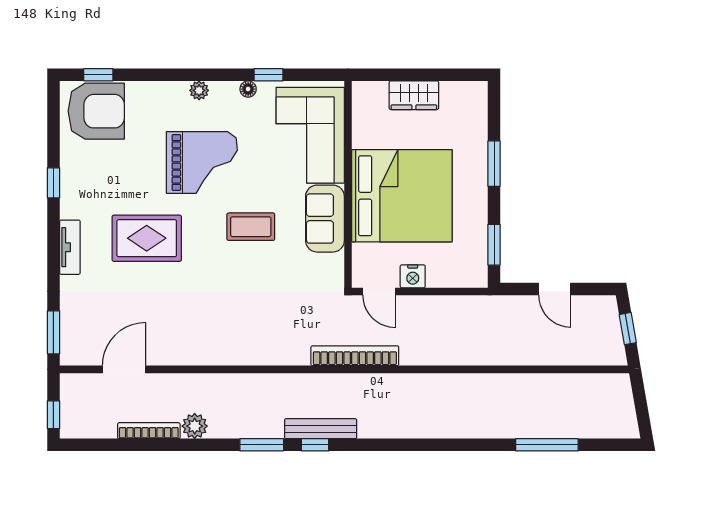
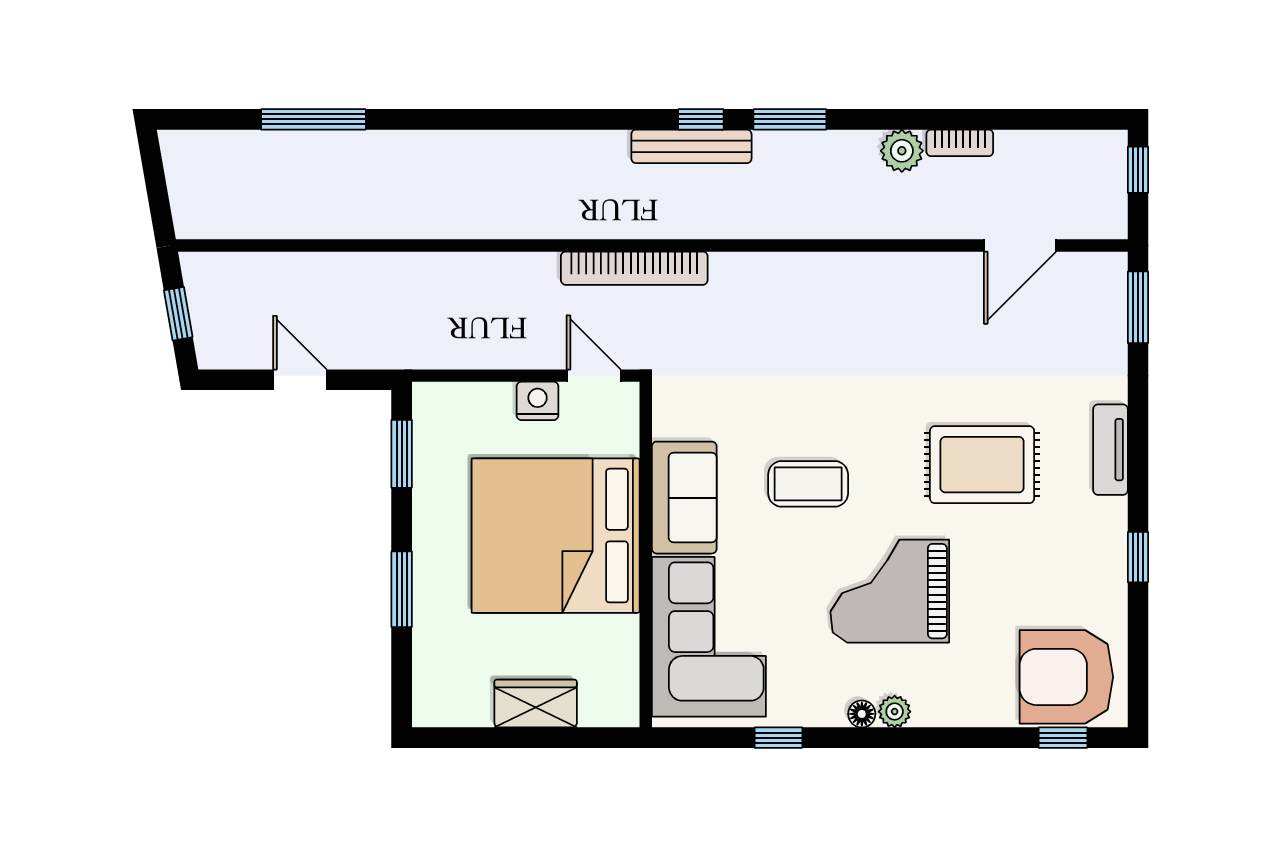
floor lamp: (248, 89) -> (862, 714), moved
bookcase: (149, 431) -> (960, 143), width x0.64

